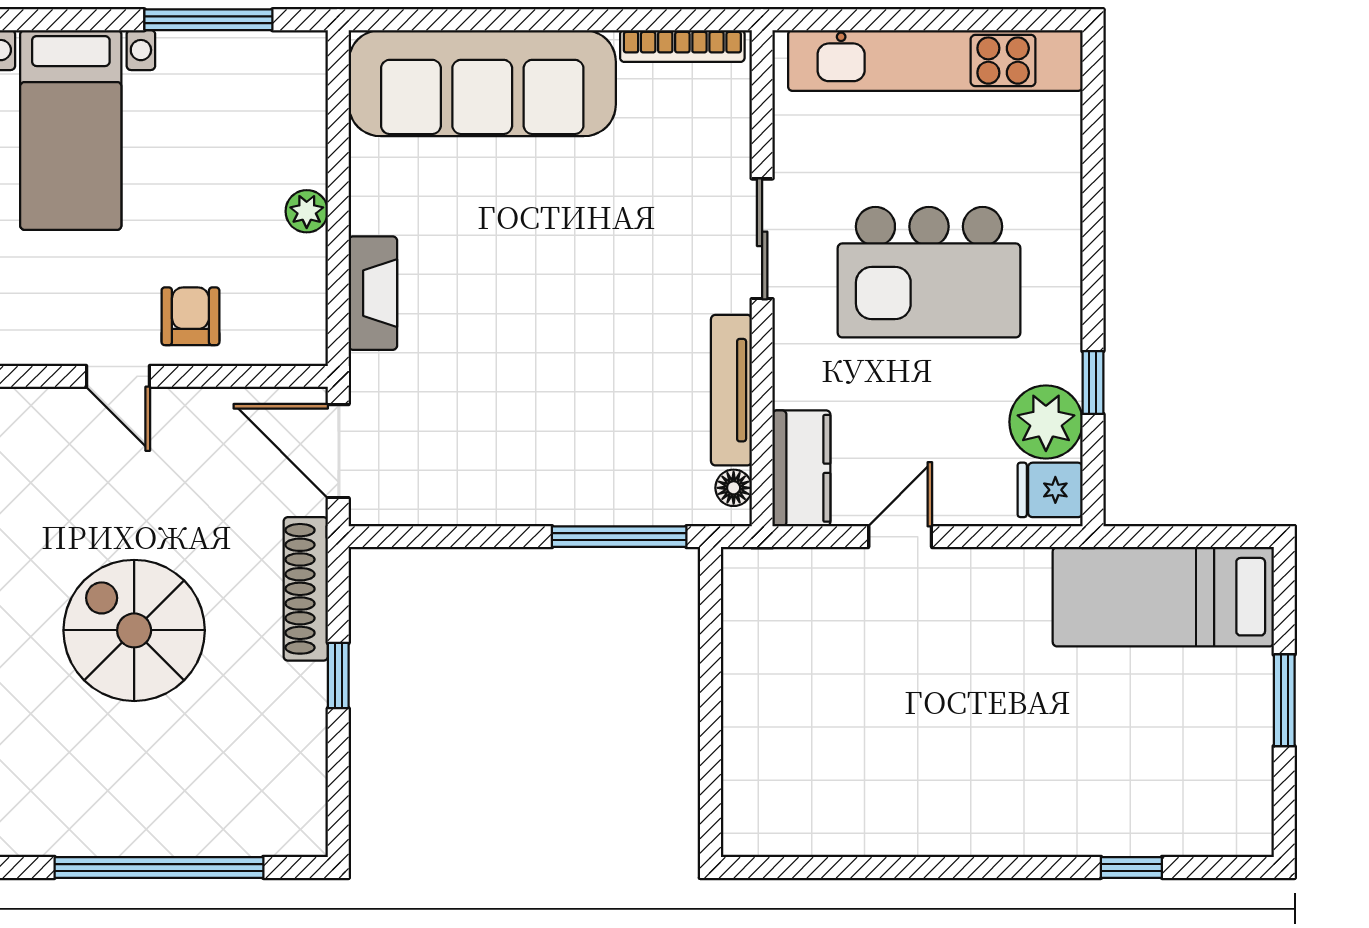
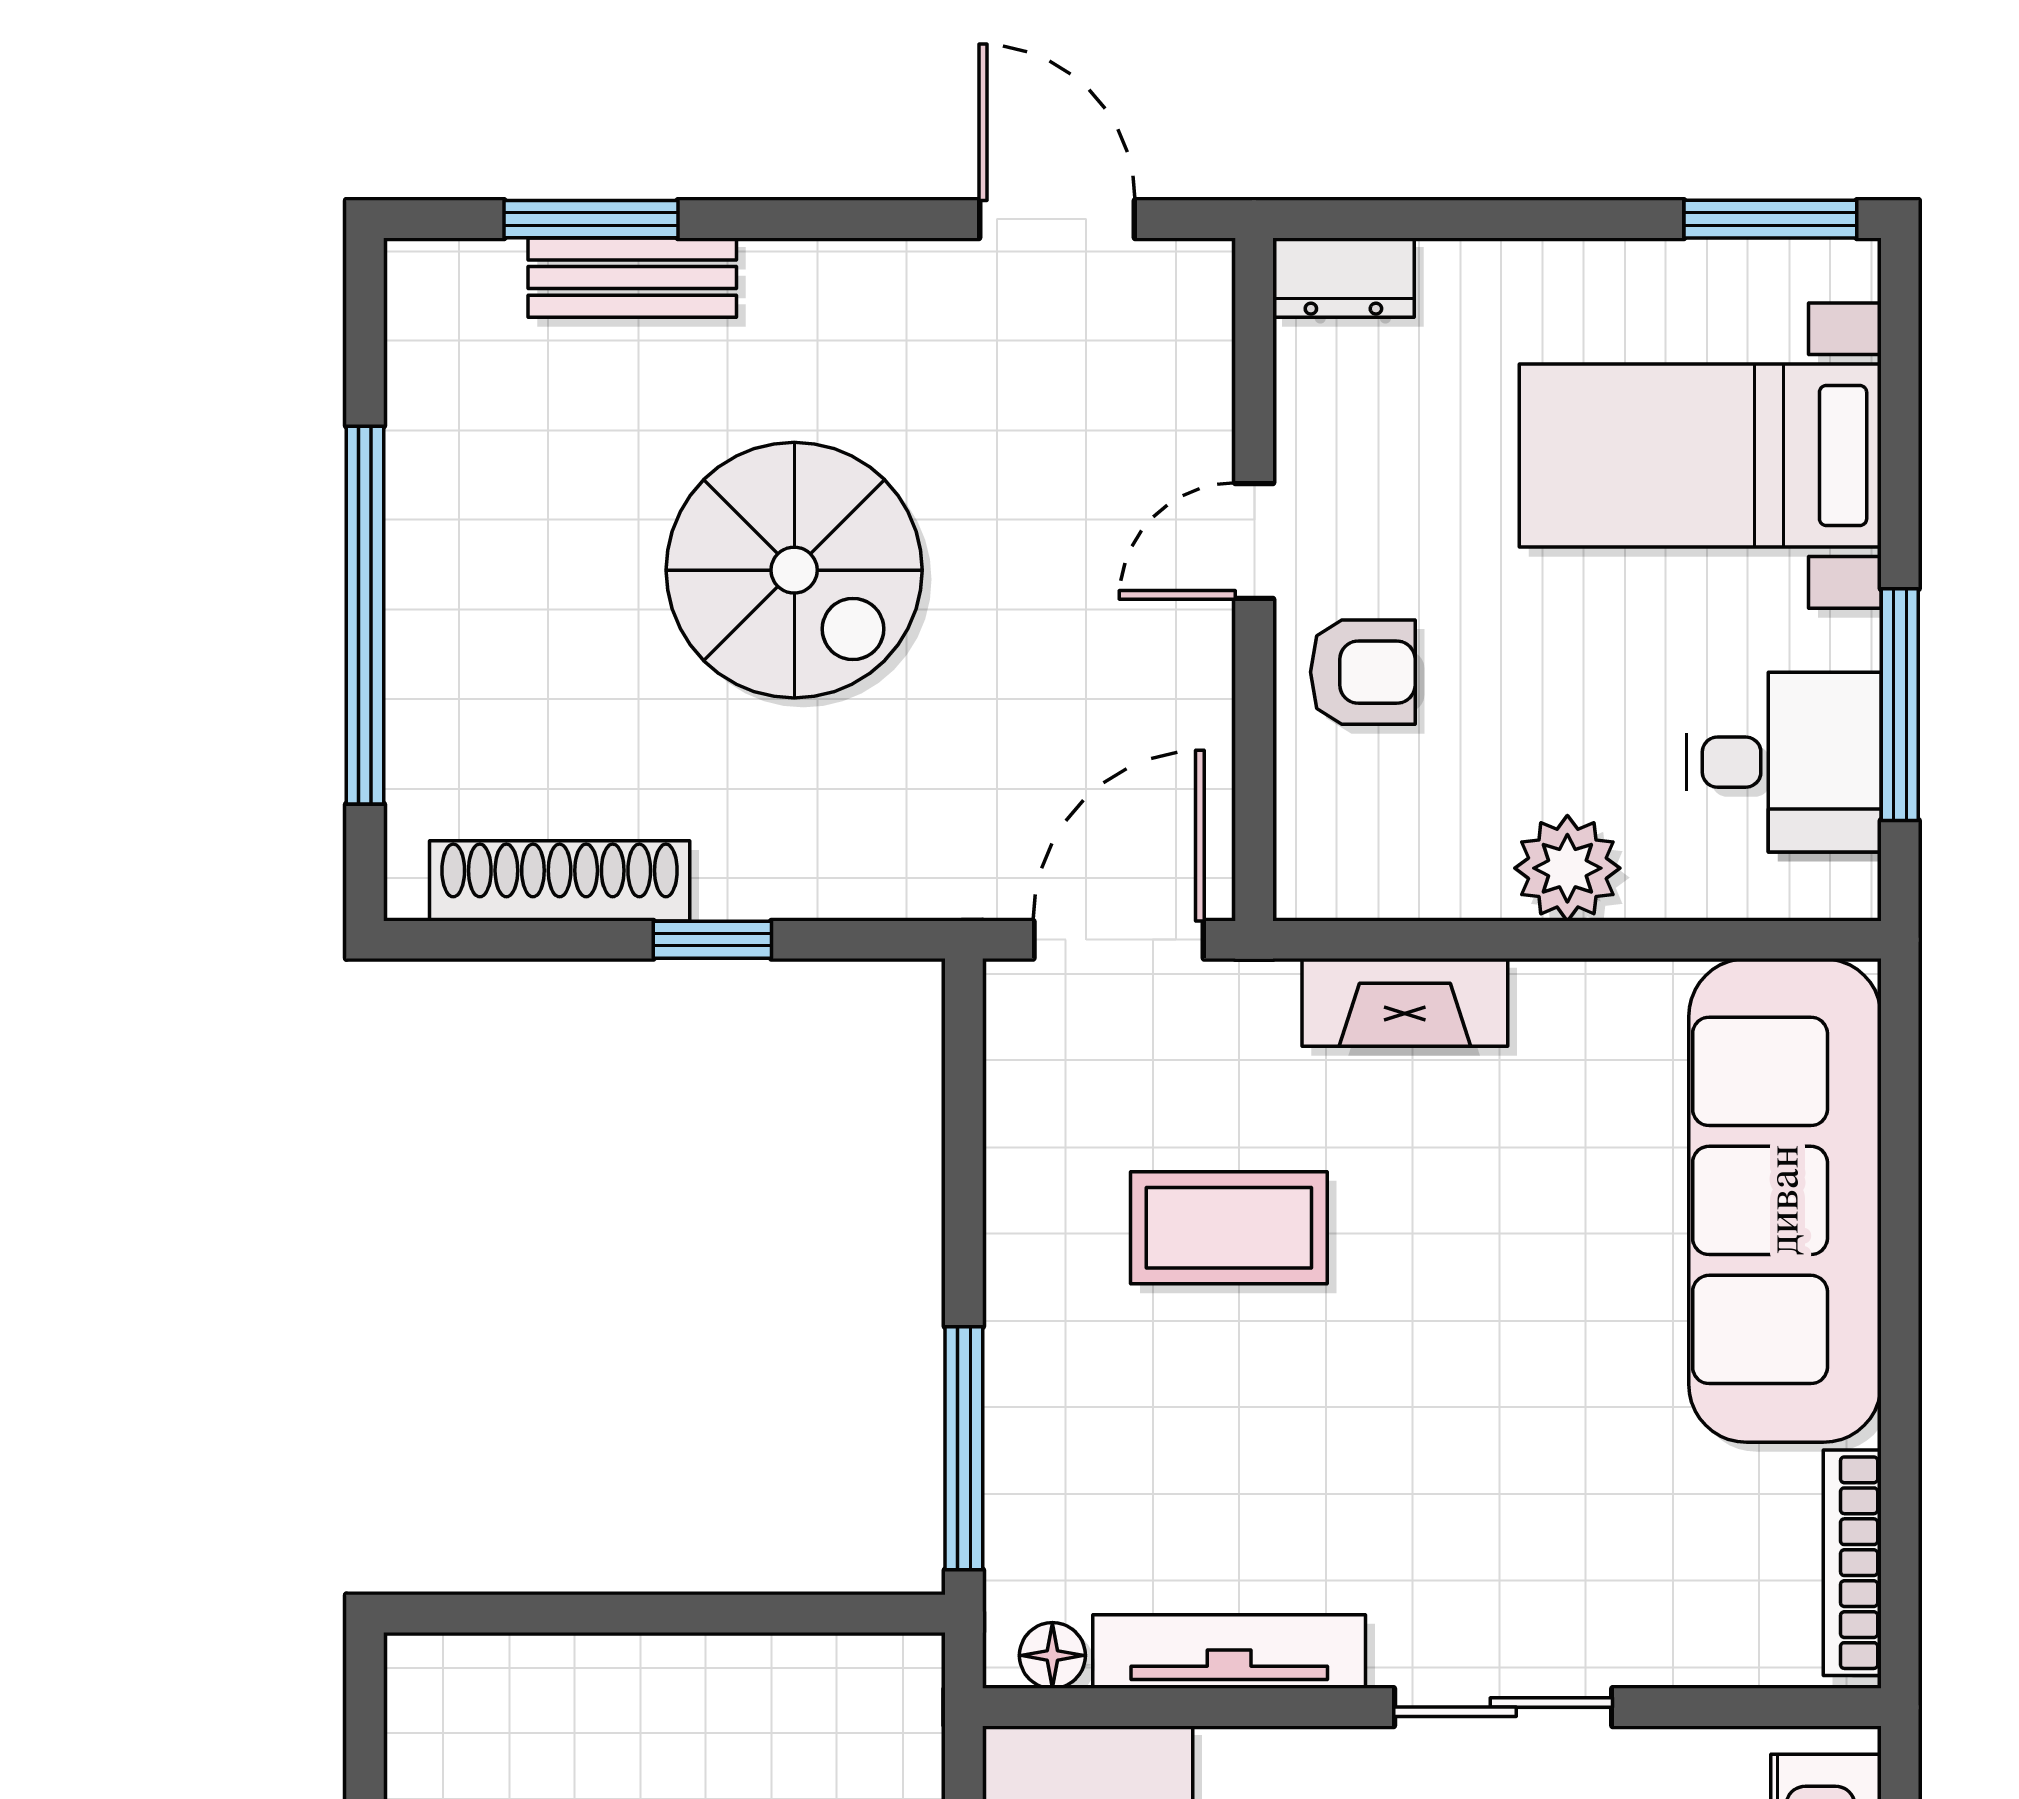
desk: (240, 84) -> (1784, 762), added
plant: (307, 211) -> (1567, 868), width x1.38, depth x1.38
coffee table: (497, 390) -> (1229, 1228), added
shoe rack: (306, 589) -> (560, 881), moved
spiral stairs: (134, 630) -> (794, 570), turned 90

